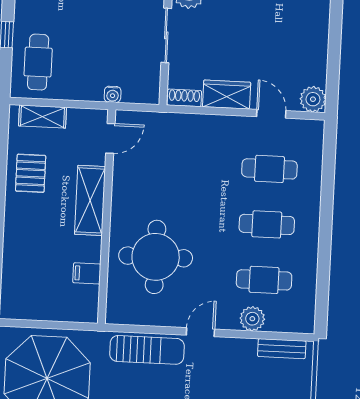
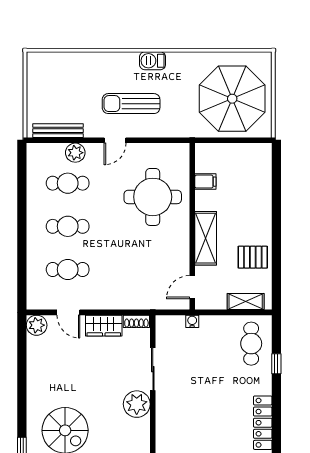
pallet: (31, 173) -> (253, 257), turned 90
bench: (282, 349) -> (58, 131), width x1.36
sun lounger: (147, 350) -> (131, 104), moved

